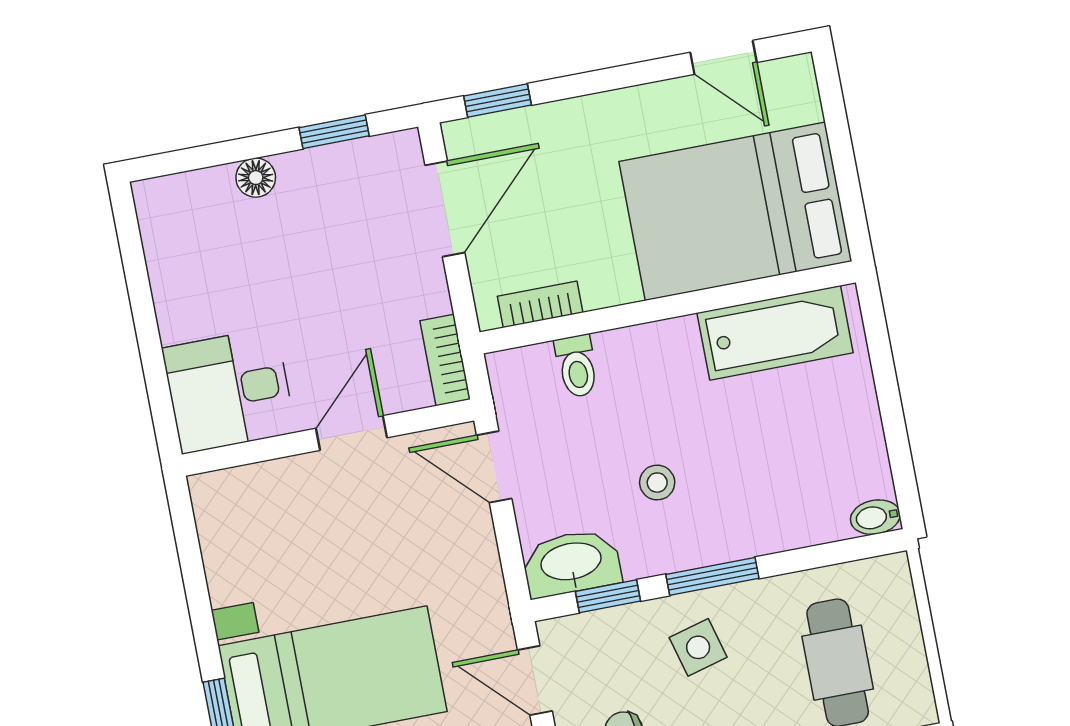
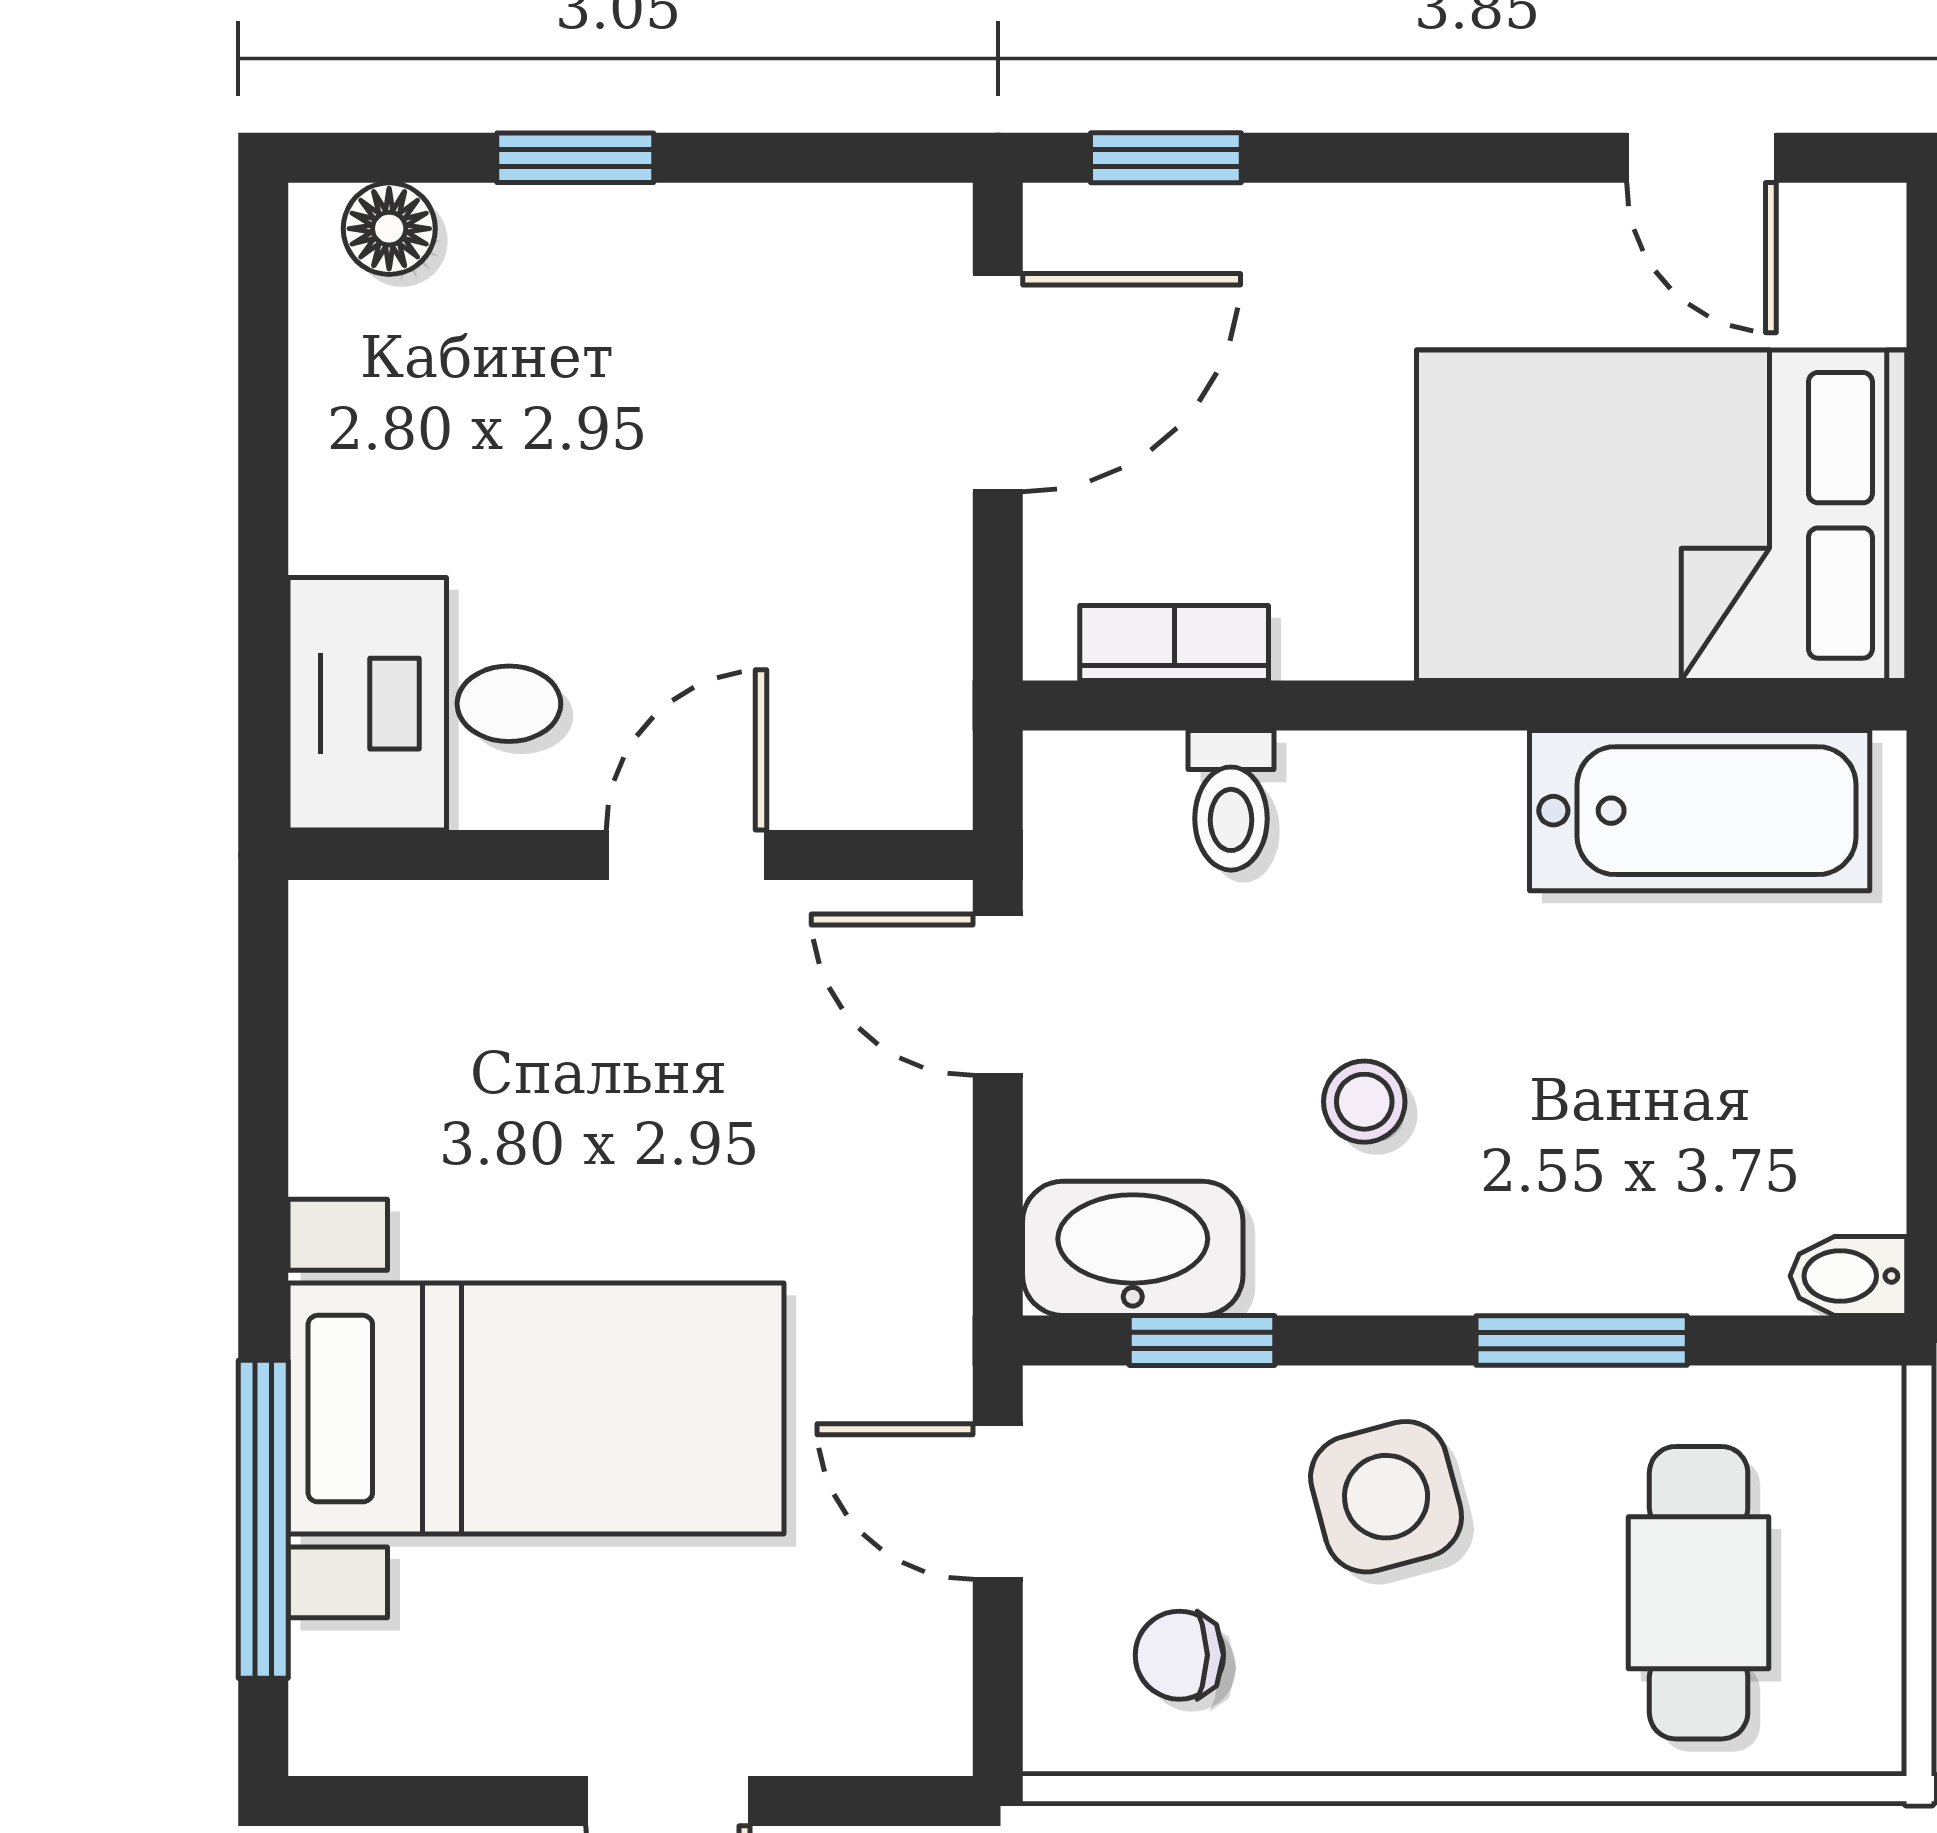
window: (334, 132) -> (575, 158), moved
floor lamp: (256, 178) -> (389, 229), moved
bookcase: (445, 360) -> (932, 729), removed
window: (712, 576) -> (1582, 1340), moved
side table: (698, 647) -> (1386, 1497), width x1.37, depth x1.37

